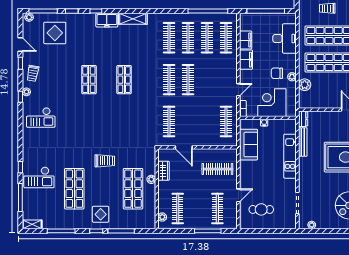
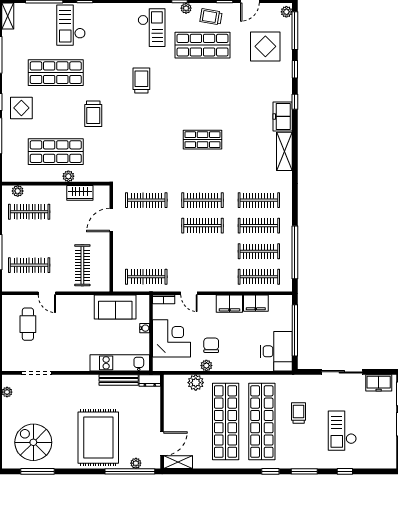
desk: (285, 38) -> (276, 351), moved, turned -90
shop shelf: (89, 80) -> (203, 45), moved, width x1.43, depth x1.36
checkout: (41, 118) -> (152, 28), turned 180
trolley: (80, 125) -> (141, 80), added
kitchen unit: (290, 156) -> (120, 363), moved

